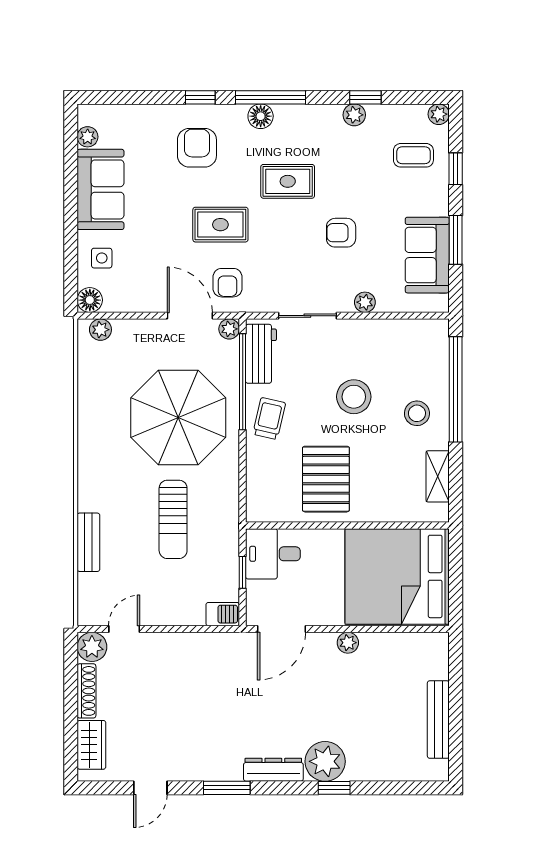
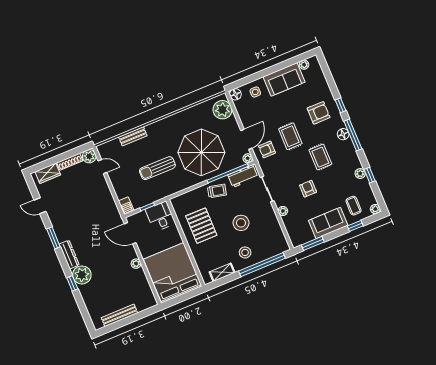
window: (456, 240) -> (313, 243), moved
sofa: (427, 255) -> (328, 223), moved
plant: (100, 330) -> (222, 110), width x1.88, depth x1.88
pallet: (326, 479) -> (201, 226), turned 90

